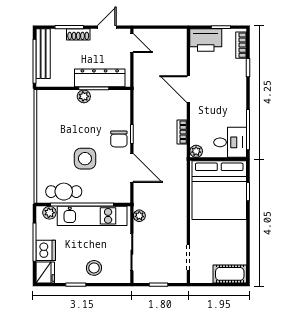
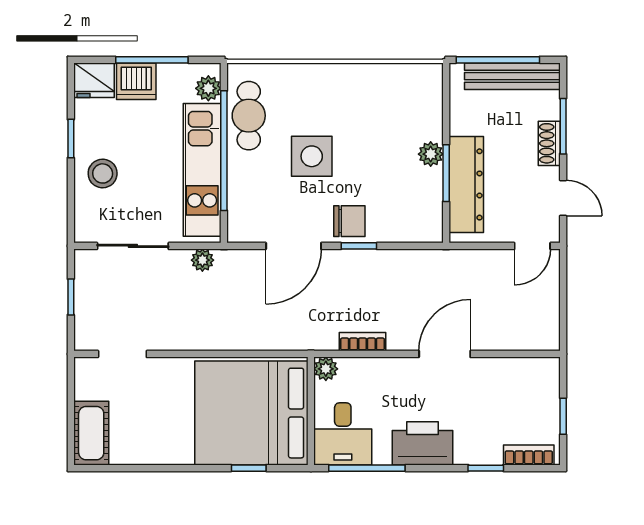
printer: (206, 40) -> (422, 443), moved, turned 90
chair: (119, 139) -> (349, 221), turned 180

